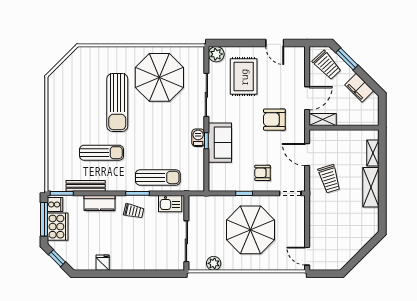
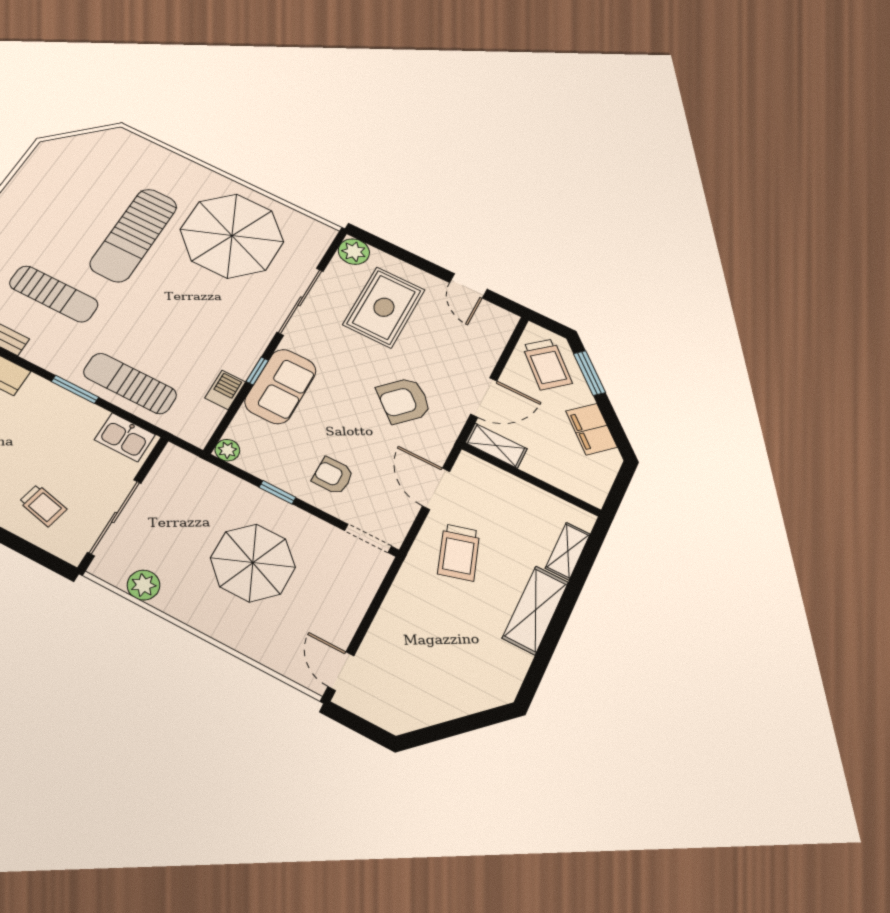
armchair: (274, 120) -> (404, 401), turned -47
barbecue: (198, 138) -> (225, 390), moved
sun lounger: (158, 177) -> (130, 383), turned 180
plant: (214, 186) -> (227, 450), added
trolley: (134, 211) -> (43, 505), moved
parasol: (250, 230) -> (253, 563), width x0.73, depth x0.73

